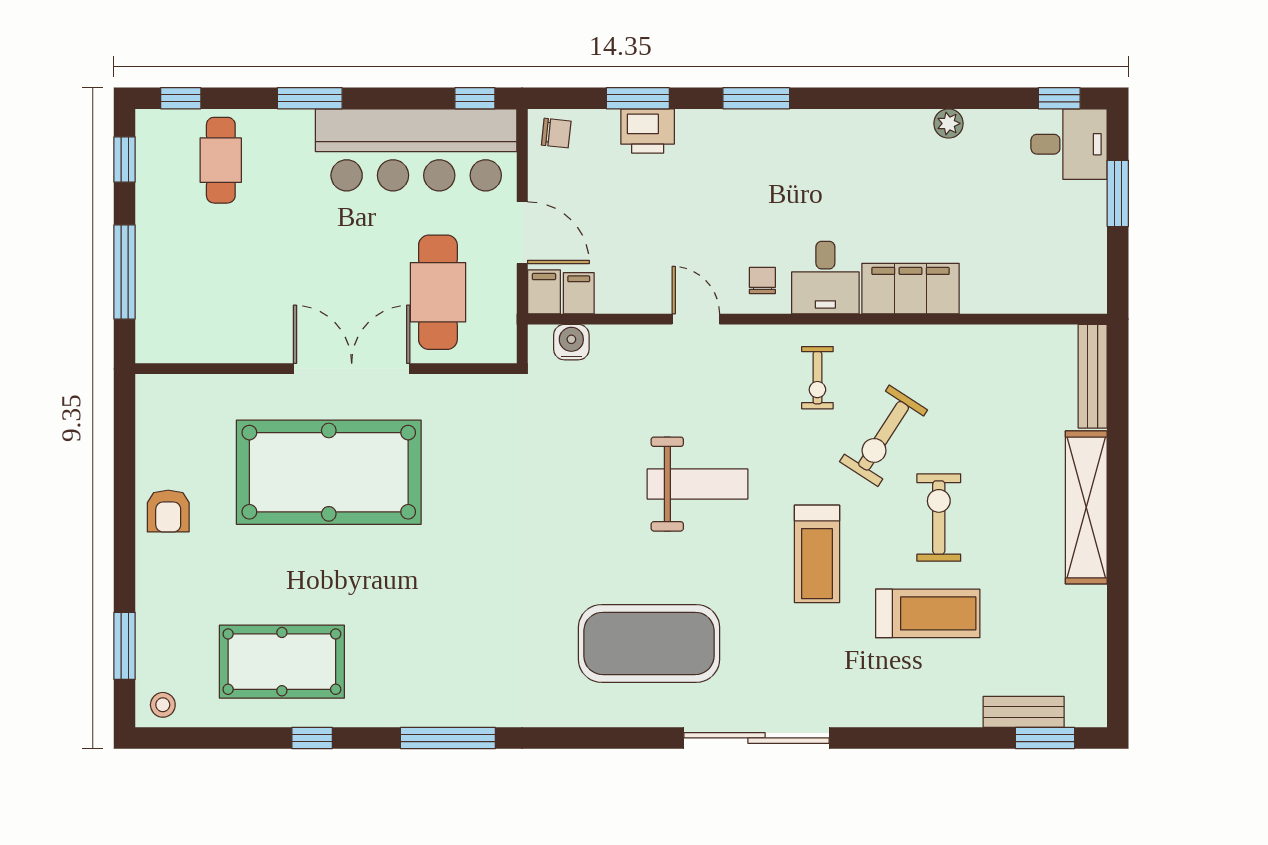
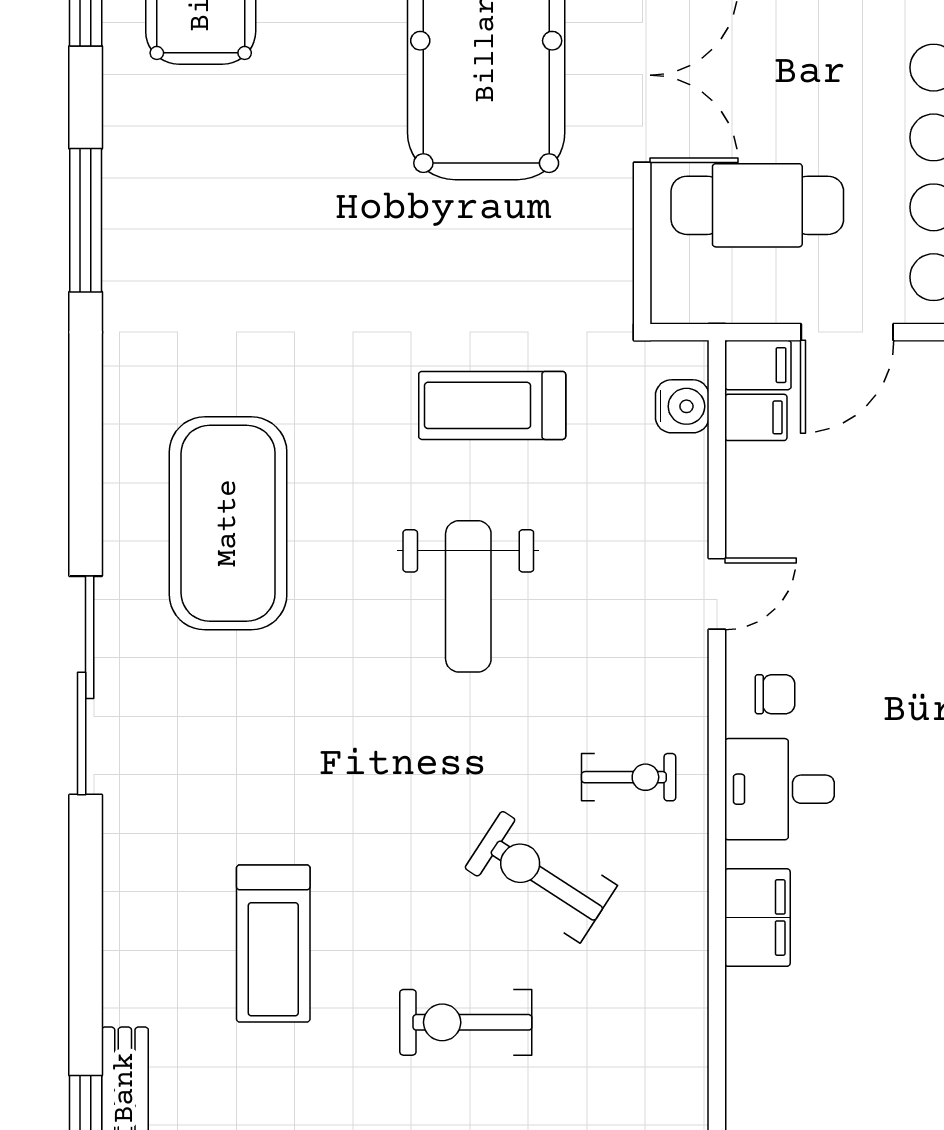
filing cabinet: (911, 289) -> (757, 918), width x0.67, depth x0.86
exercise bike: (817, 378) -> (629, 777), turned 180
exercise bike: (939, 517) -> (466, 1022), moved, turned 180
treadmill: (817, 554) -> (492, 405), moved

